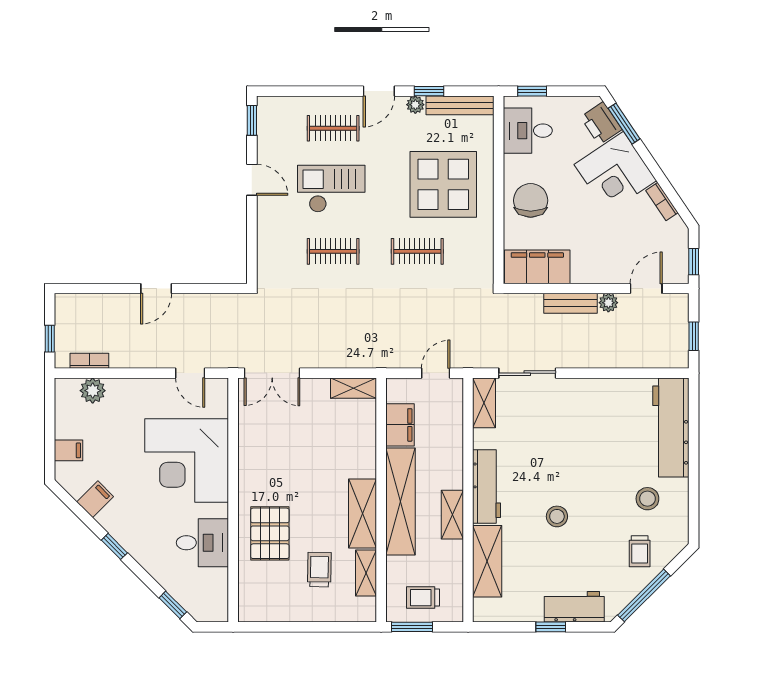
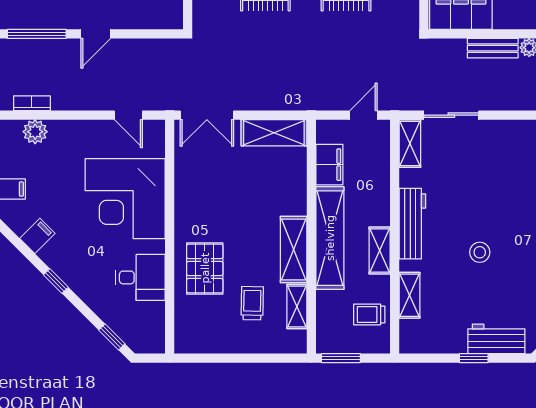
window: (94, 289) -> (37, 34), added
shelving: (354, 388) -> (274, 133), width x1.50, depth x1.33
shelving: (487, 561) -> (409, 295), width x0.67, depth x0.75
trolley: (423, 598) -> (369, 314), moved

